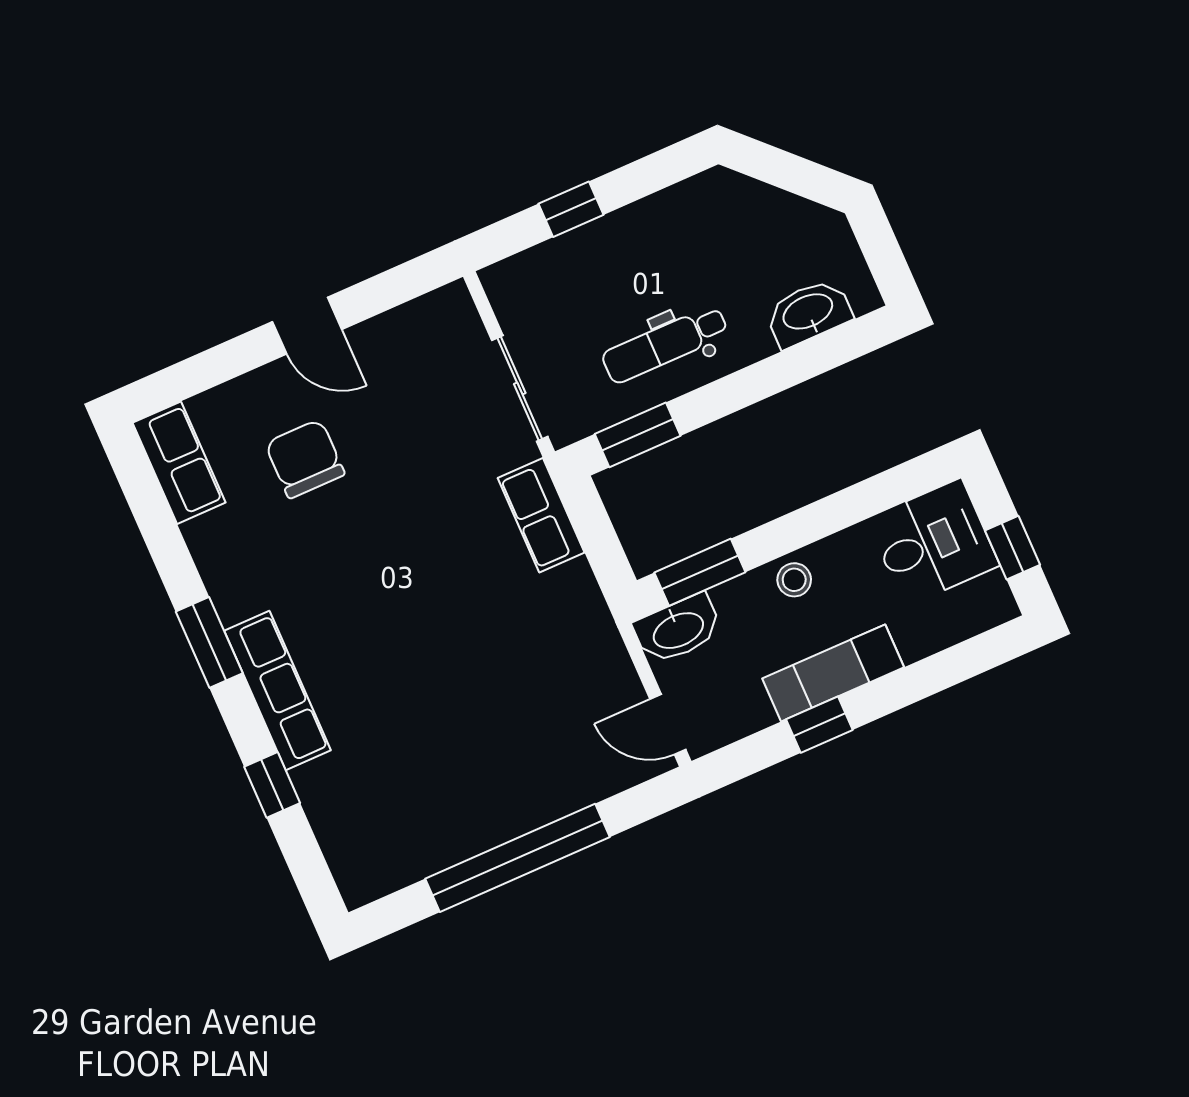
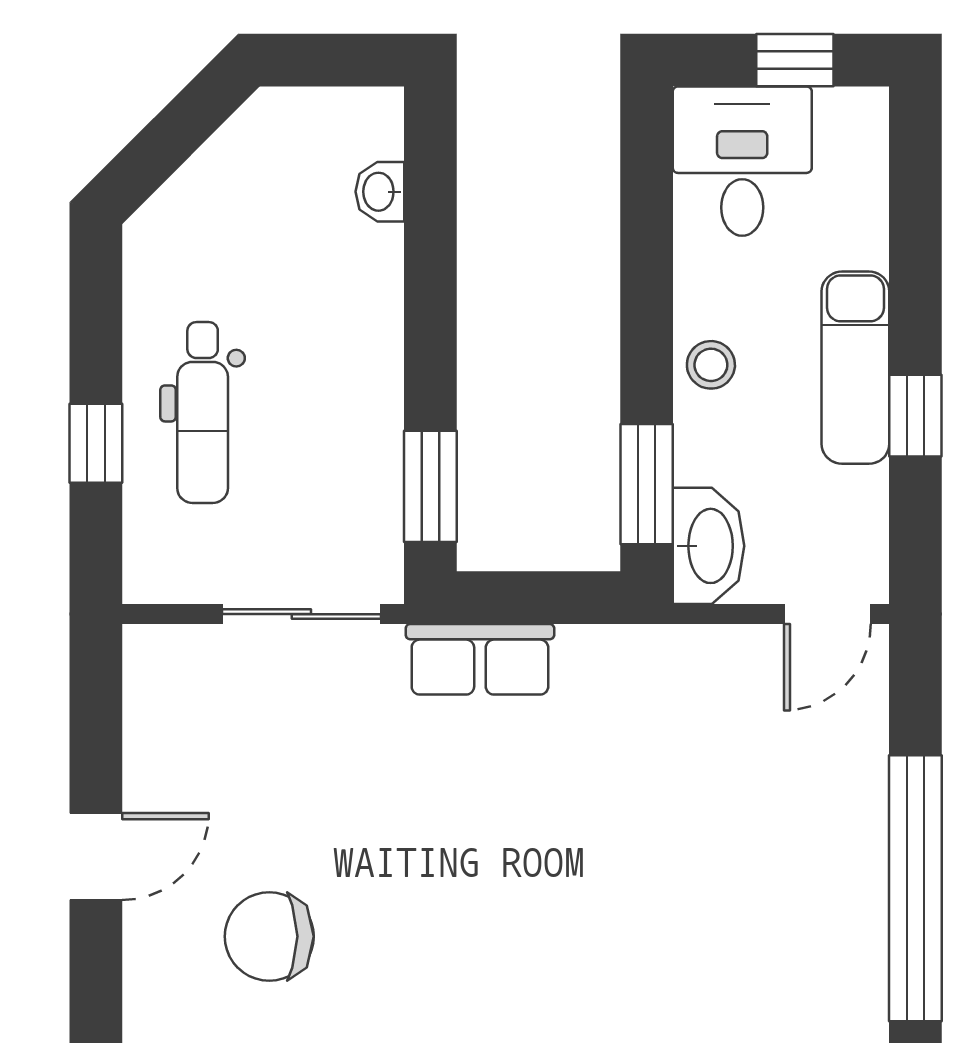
washbasin: (808, 313) -> (380, 192), width x0.52, depth x0.69
dental chair: (665, 344) -> (203, 412), moved

